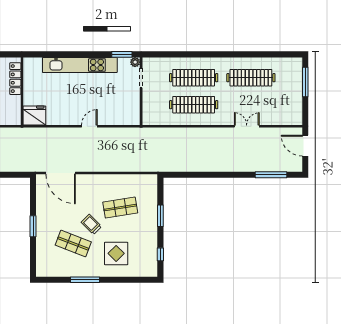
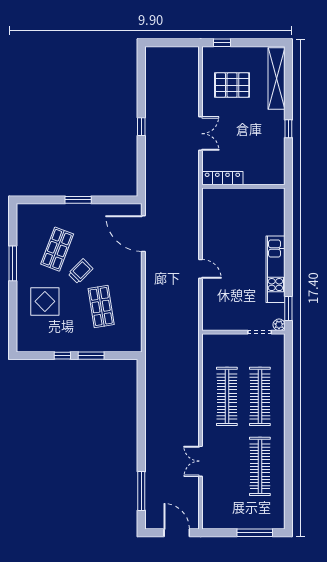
kitchen unit: (80, 65) -> (275, 269), width x0.73
locker: (15, 79) -> (222, 178), moved
fridge: (34, 116) -> (214, 202), removed
double door: (247, 126) -> (201, 461), swing flipped
door: (305, 146) -> (177, 533), hinge flipped
door: (61, 173) -> (143, 234), hinge flipped
window: (160, 254) -> (62, 356), moved

